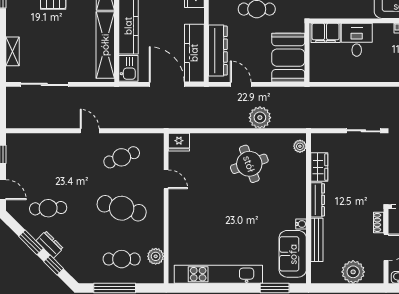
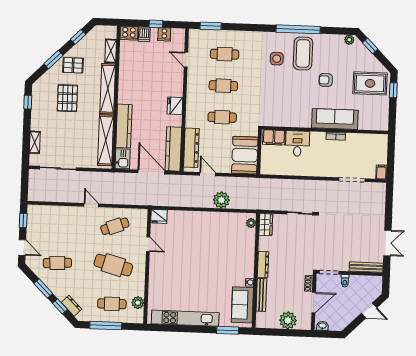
round table: (249, 164) -> (212, 235), removed
wardrobe: (319, 167) -> (266, 225), moved
dresser: (50, 244) -> (72, 306), moved

